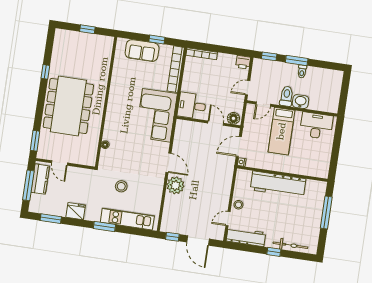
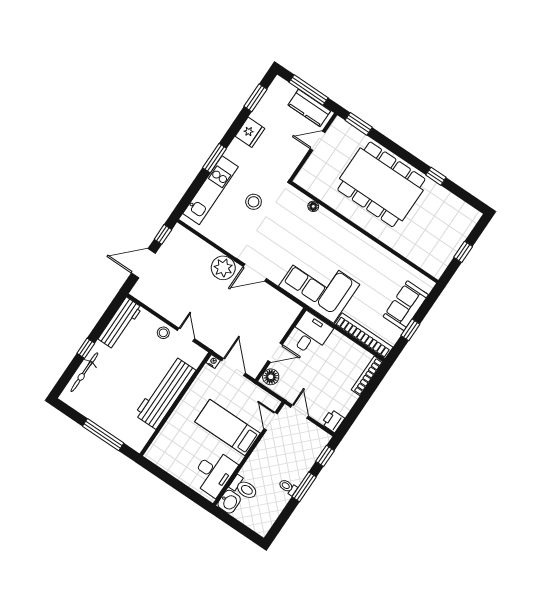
toilet: (286, 96) -> (244, 488), moved
washbasin: (301, 102) -> (229, 502), moved
door: (228, 219) -> (186, 335), moved

